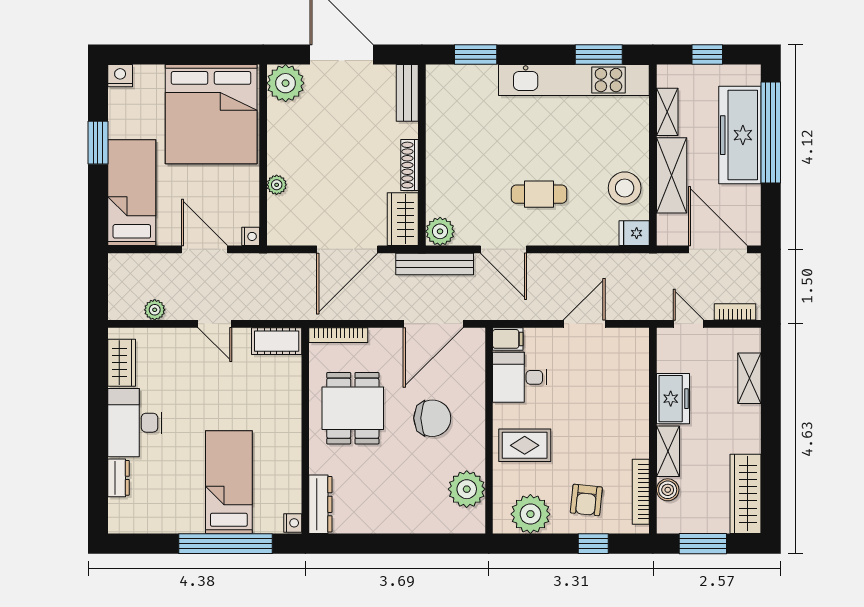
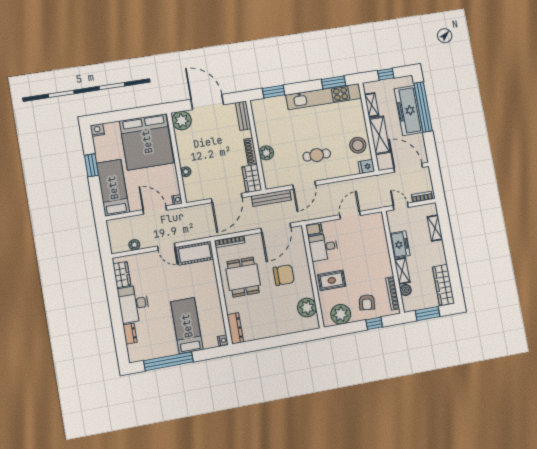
plant: (440, 231) -> (266, 153), moved
door: (503, 249) -> (304, 185), hinge flipped
cot: (277, 341) -> (195, 253), width x1.37, depth x1.34
window: (226, 544) -> (168, 361), moved

